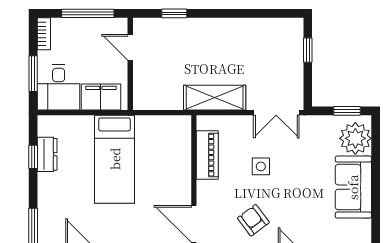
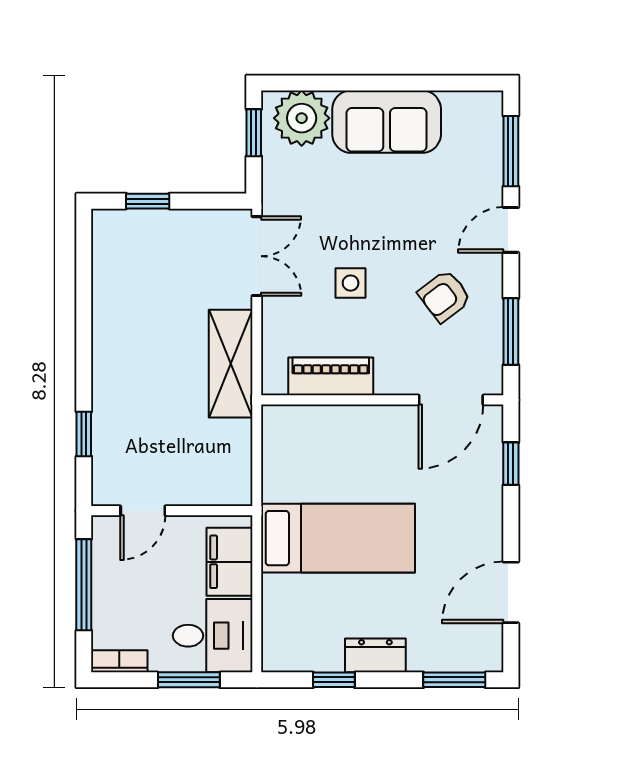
dresser: (47, 154) -> (375, 655), moved

